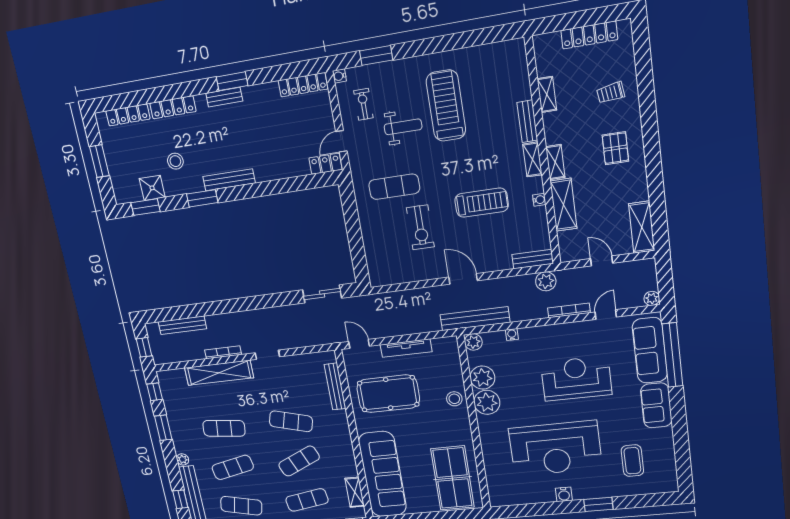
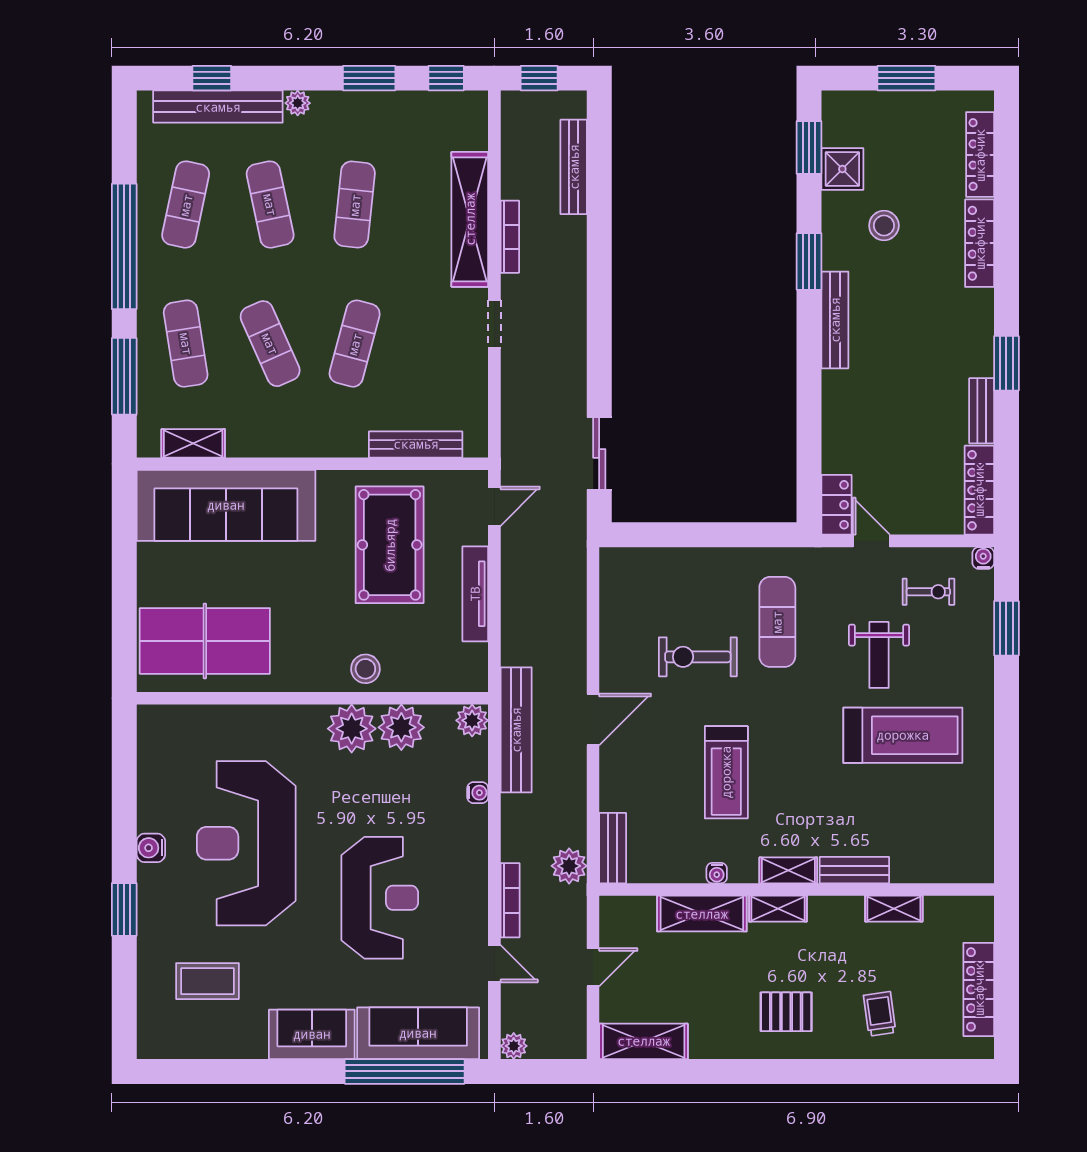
bench: (224, 97) -> (982, 411), moved

